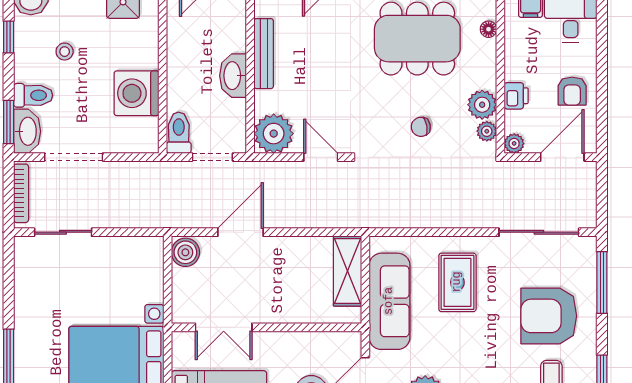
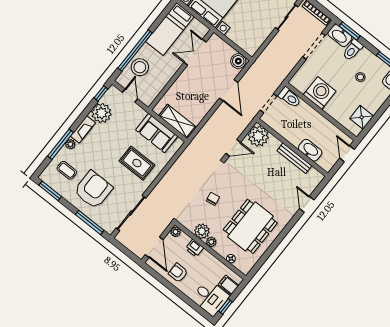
washbasin: (233, 76) -> (310, 150), moved
plant: (487, 131) -> (211, 242), moved
sofa: (389, 301) -> (157, 133), width x0.73

